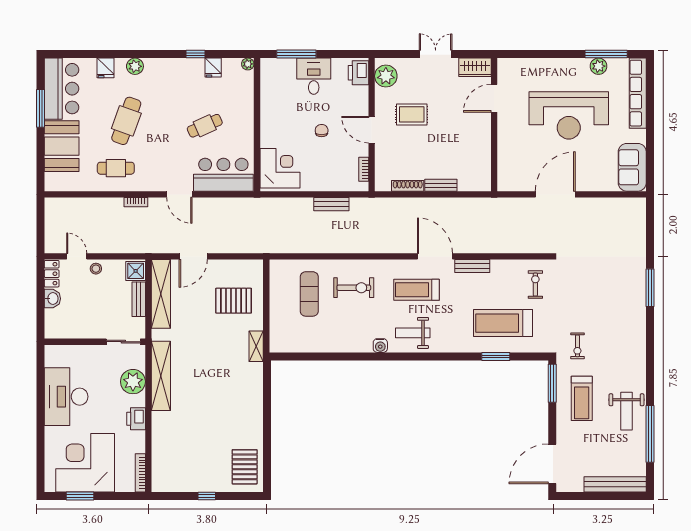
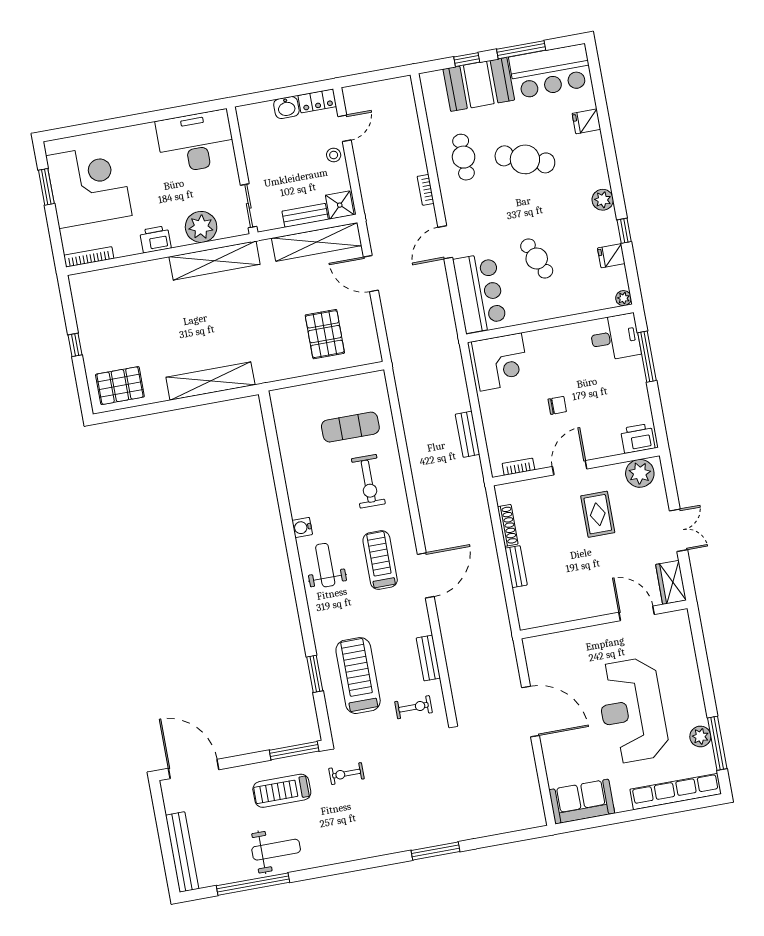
plant: (135, 66) -> (603, 200), moved
desk: (314, 76) -> (615, 337), moved
window: (41, 152) -> (467, 60), added
bench: (472, 266) -> (428, 658), moved
shelving: (256, 346) -> (210, 381), moved, width x2.20, depth x1.33
desk: (66, 397) -> (196, 142), moved
weight bench: (626, 411) -> (276, 850), turned 180

